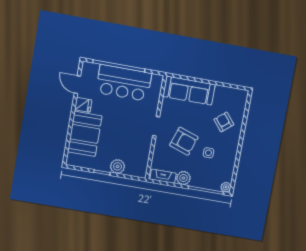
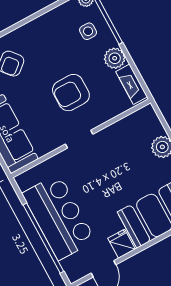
armchair: (184, 141) -> (71, 93), turned -109
side table: (208, 153) -> (88, 31), moved

